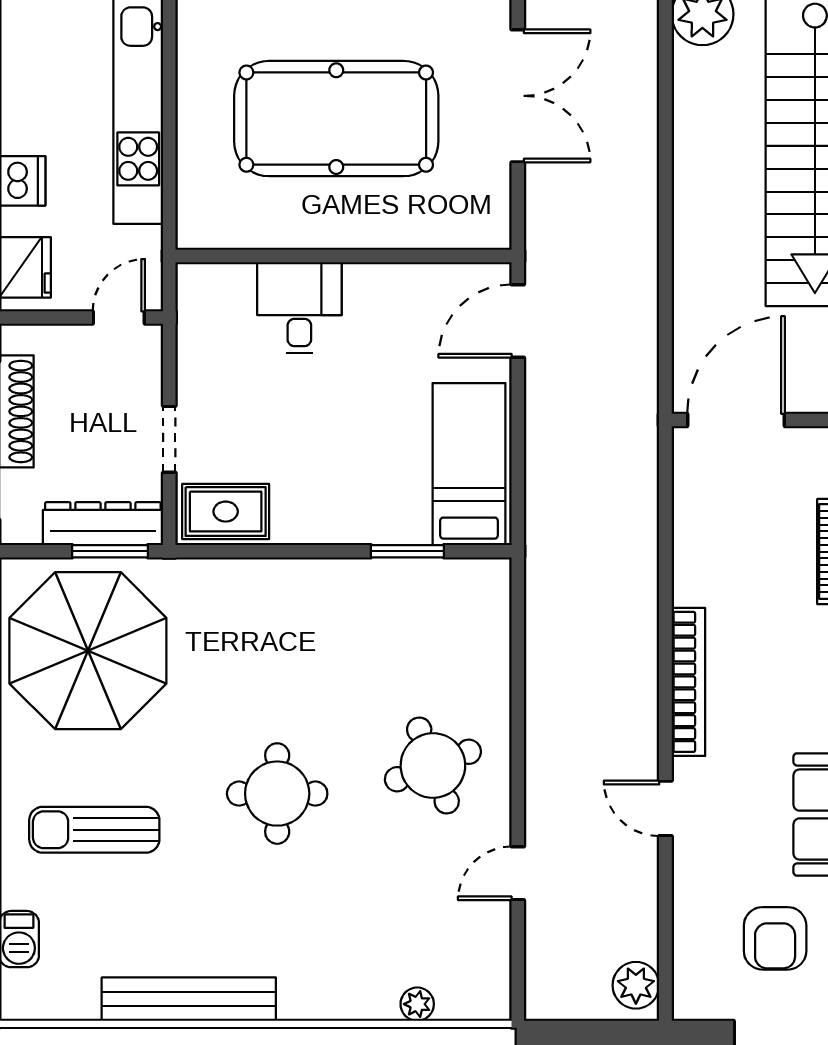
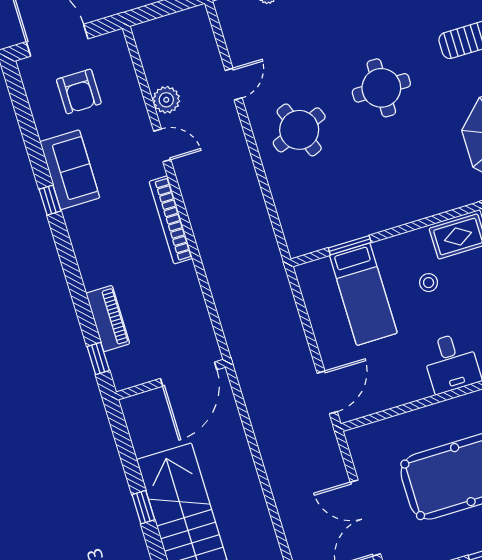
stool: (297, 451) -> (429, 283), added
bed: (469, 464) -> (363, 294), moved
armchair: (775, 938) -> (79, 91), turned 180
plant: (636, 985) -> (166, 100), moved

